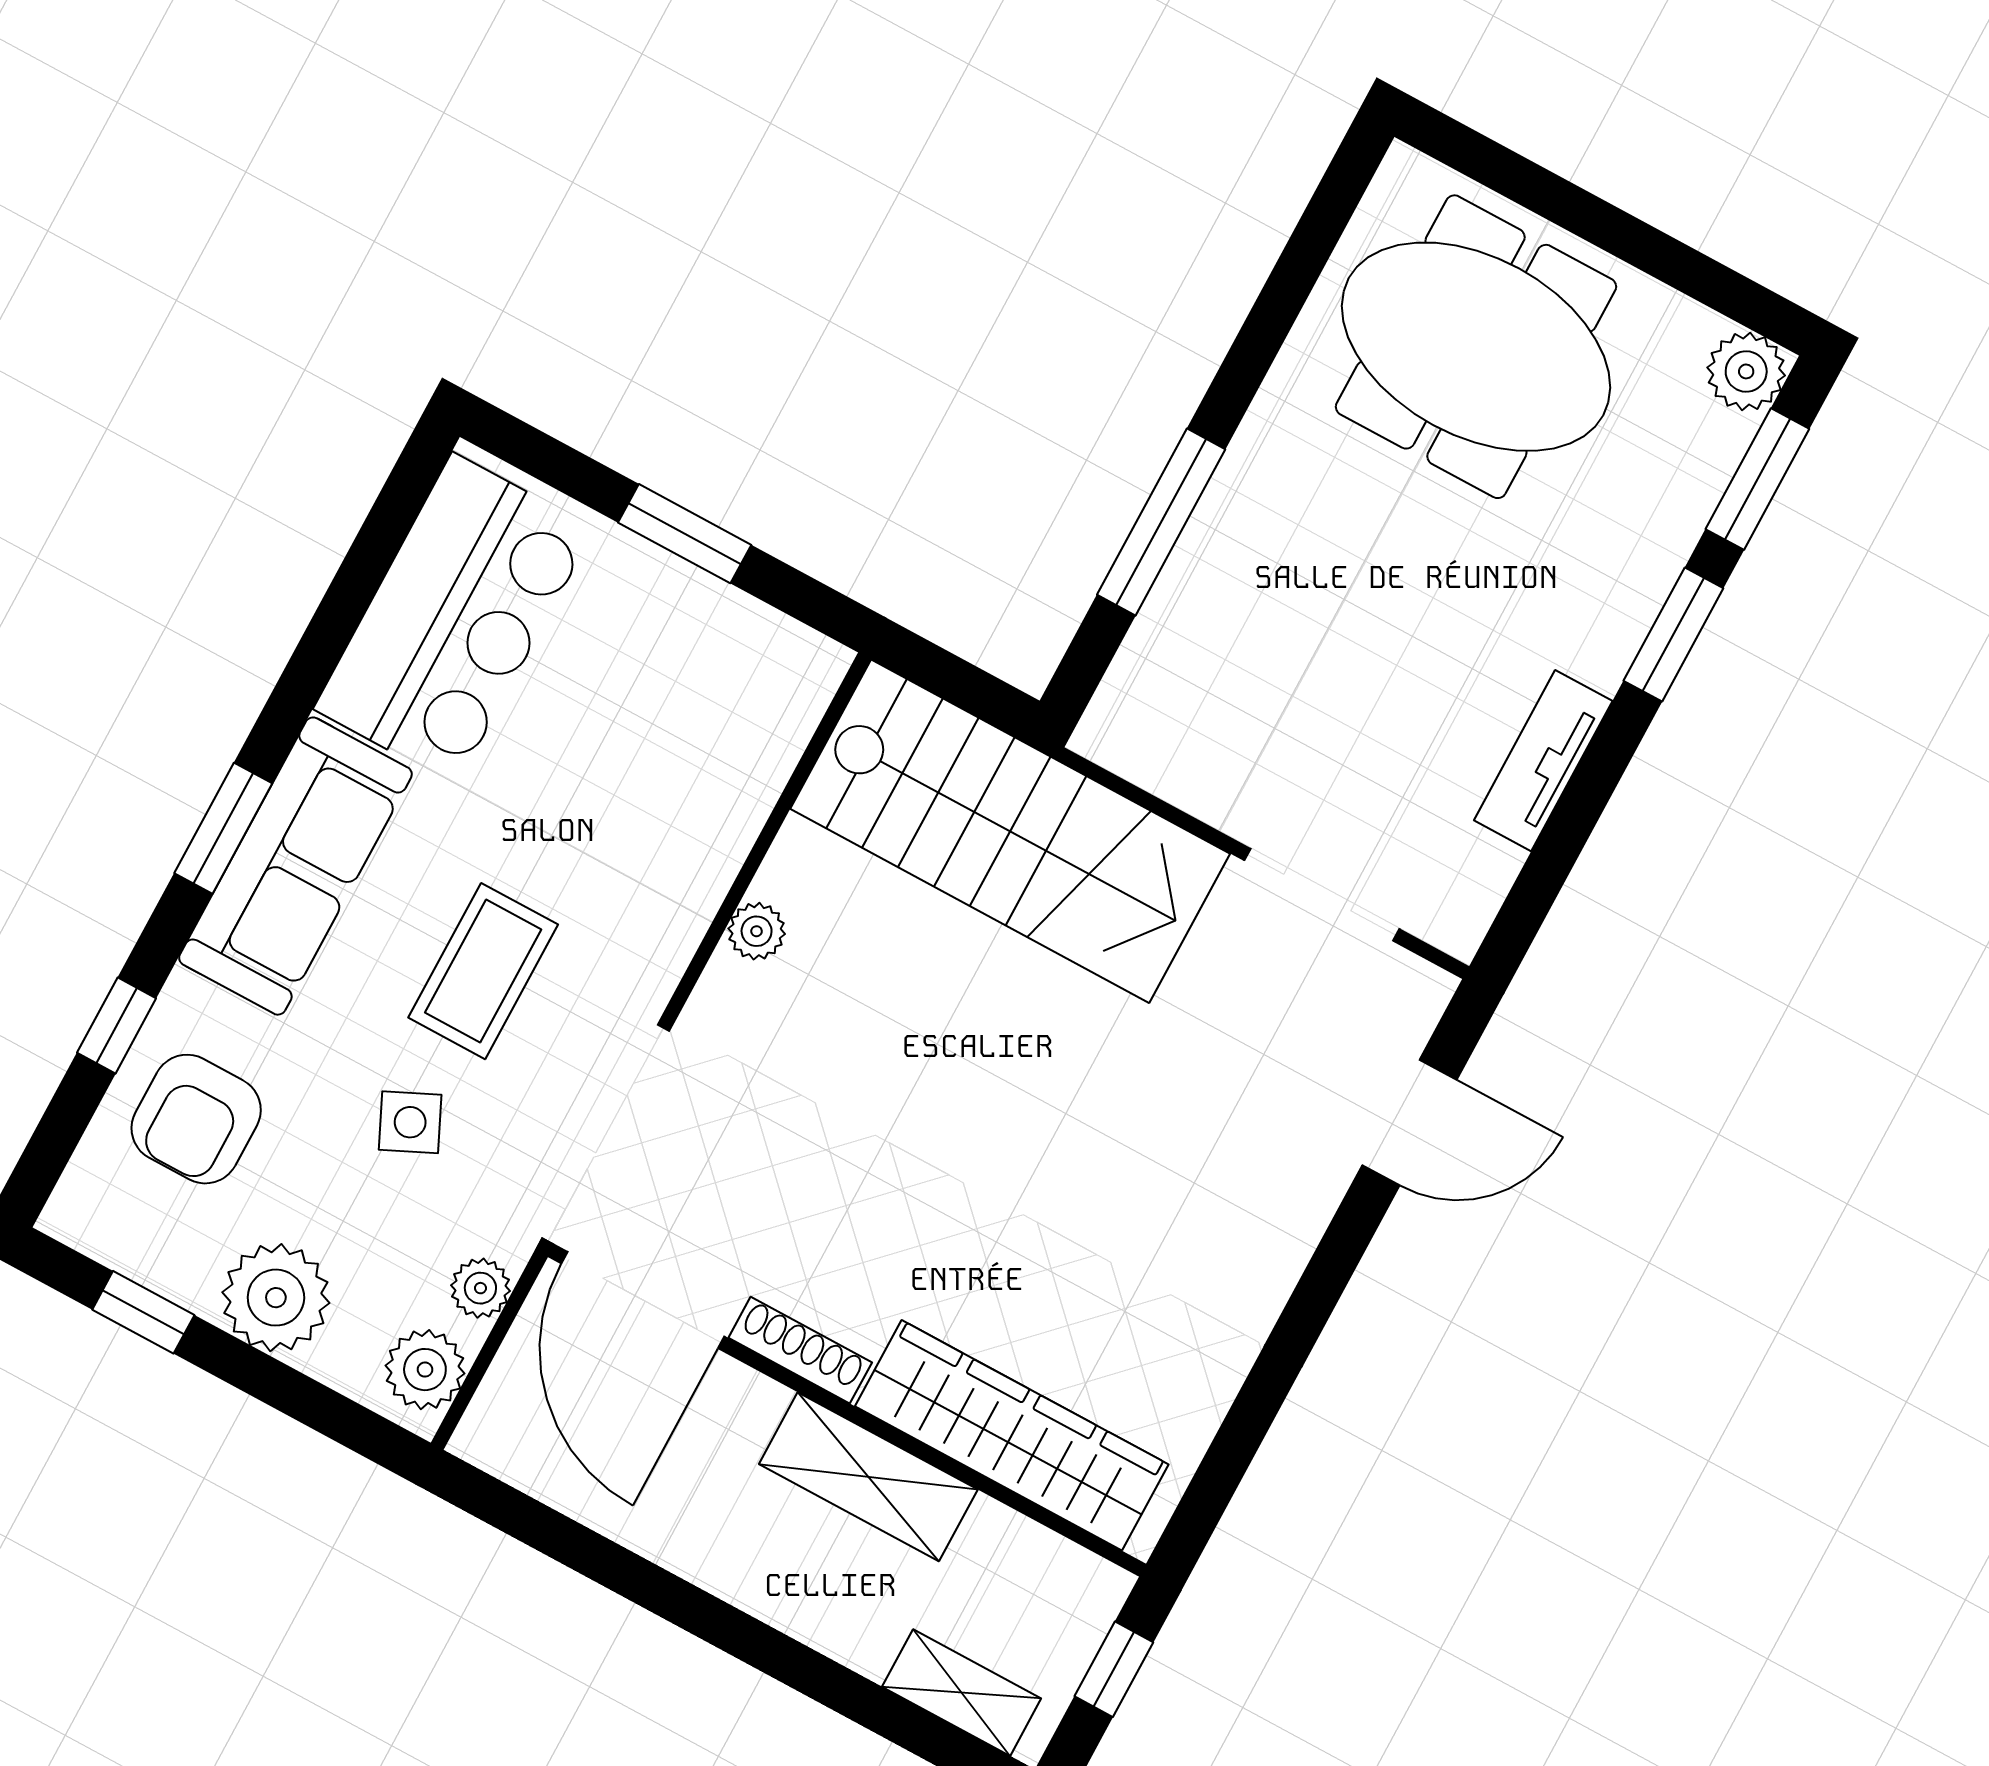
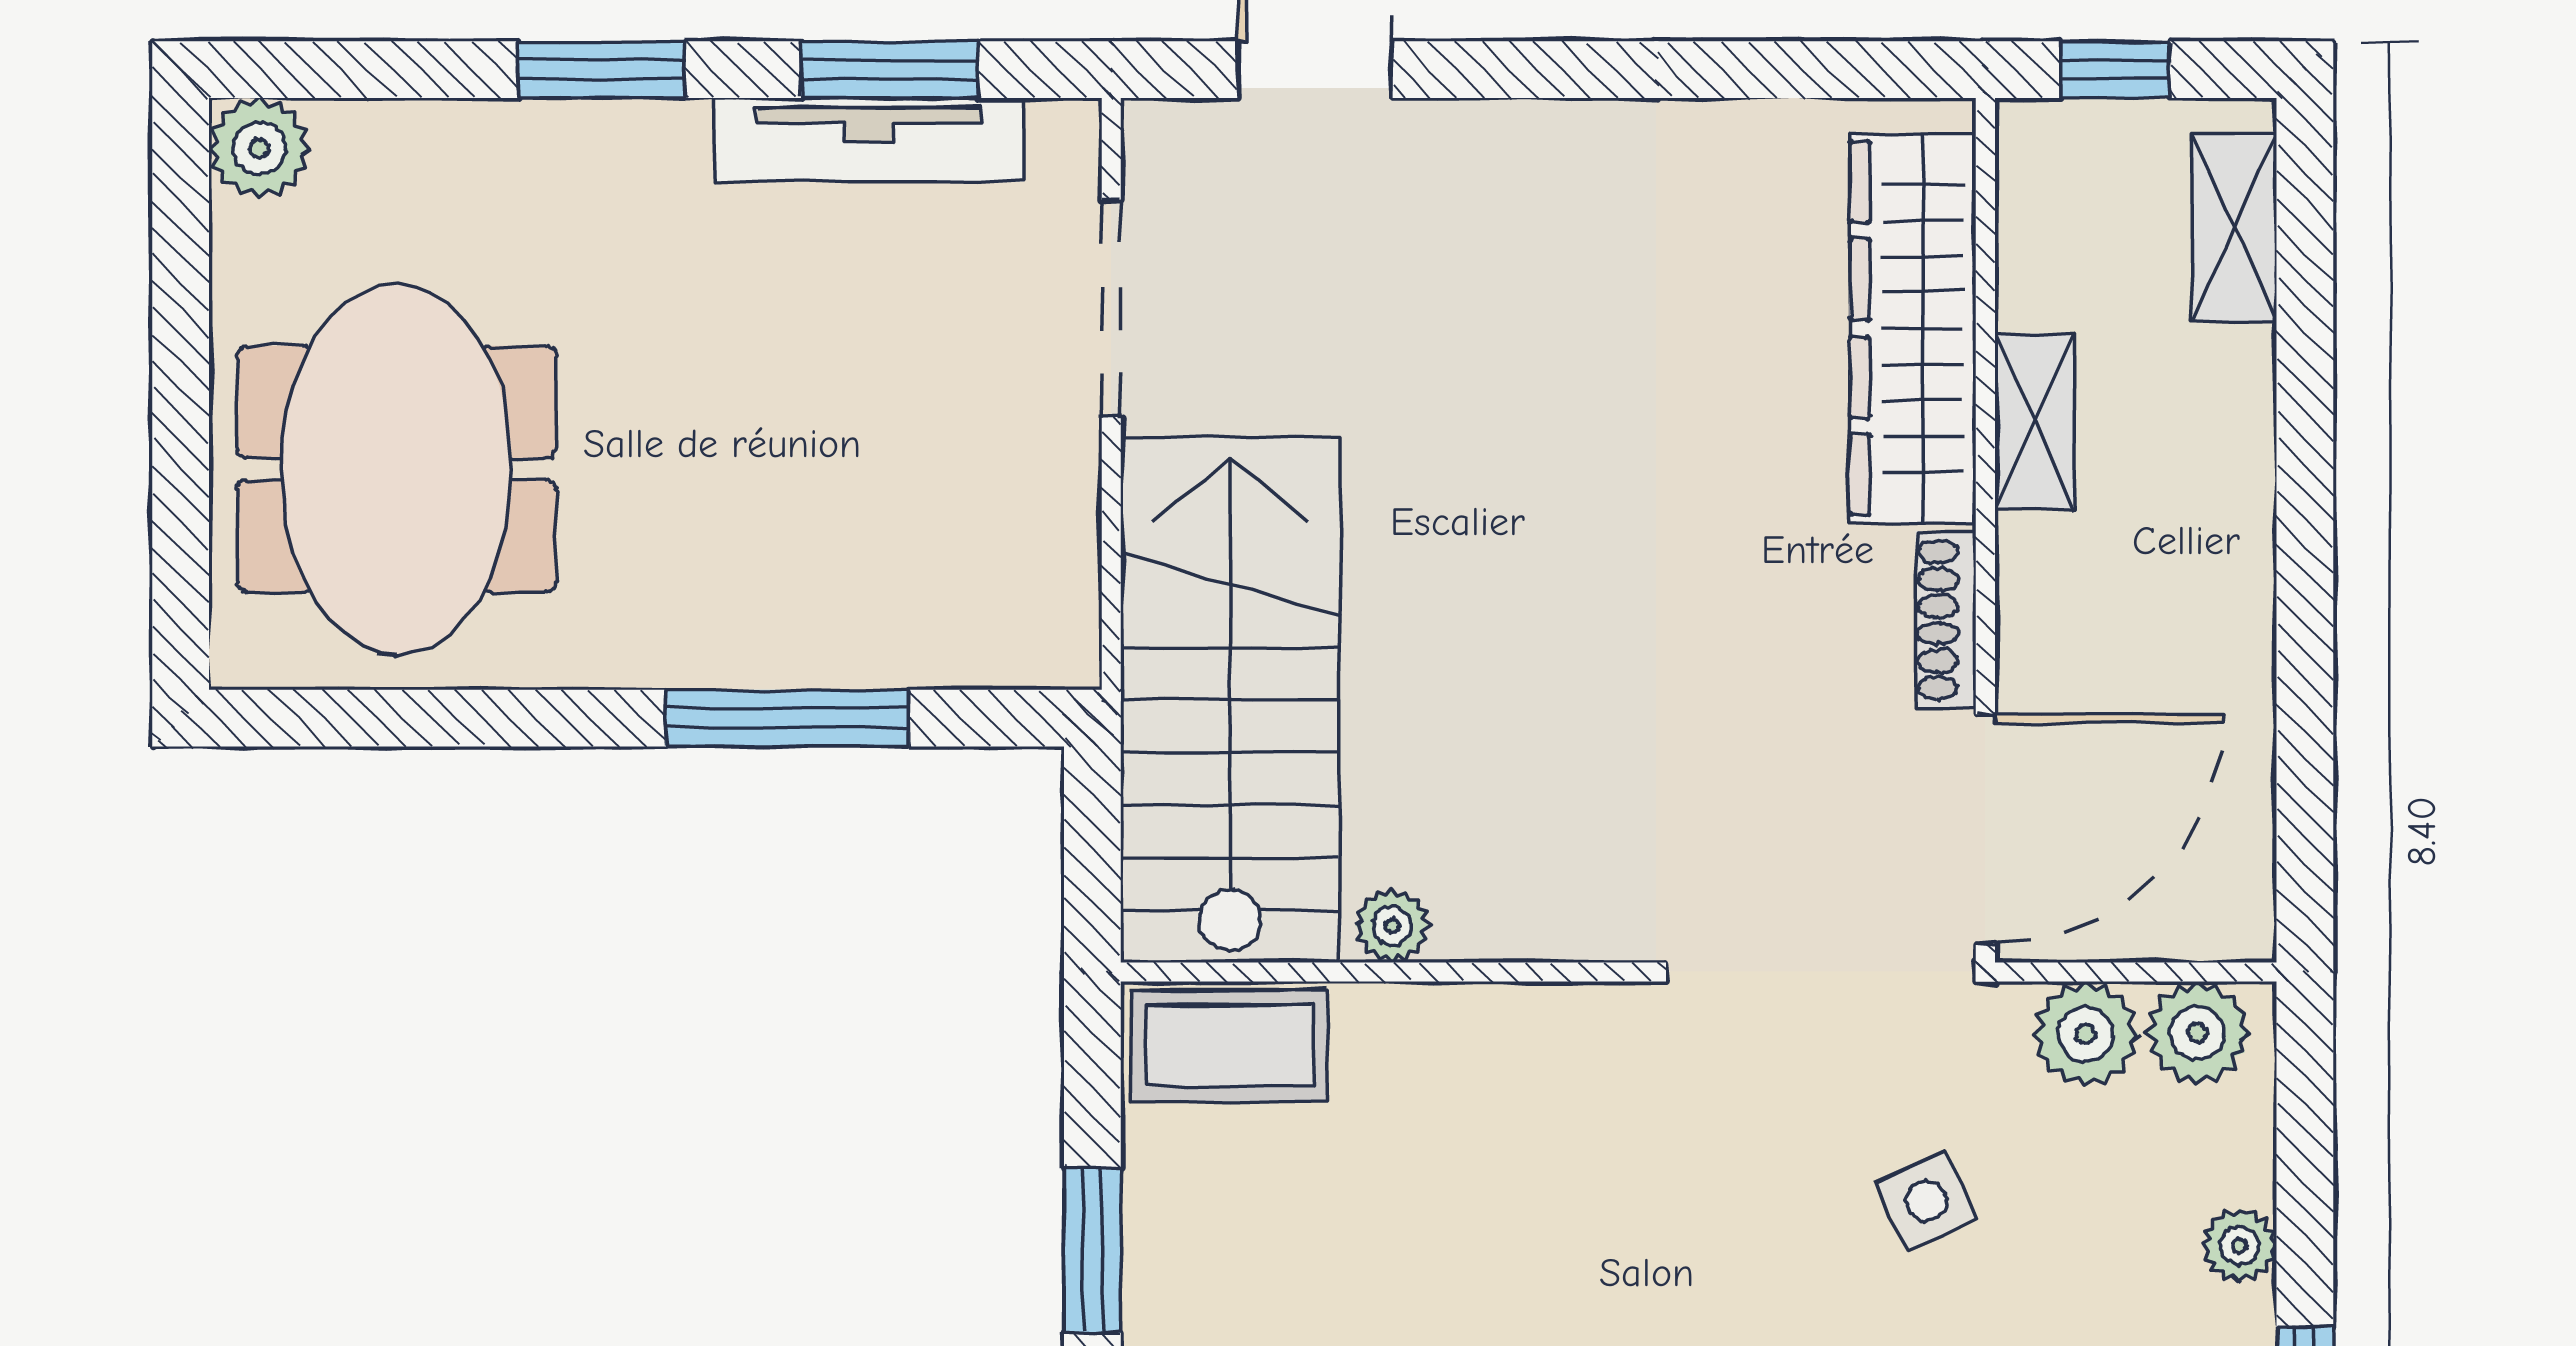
window: (1757, 479) -> (890, 70), moved
tv unit: (1543, 761) -> (869, 140), width x1.41
plant: (757, 931) -> (1392, 926), moved
coffee table: (483, 971) -> (1230, 1046), moved
plant: (480, 1288) -> (2086, 1034), width x1.38, depth x1.38
plant: (276, 1298) -> (2240, 1245), width x0.53, depth x0.53
shelving: (868, 1477) -> (2034, 421), width x0.67, depth x0.75

